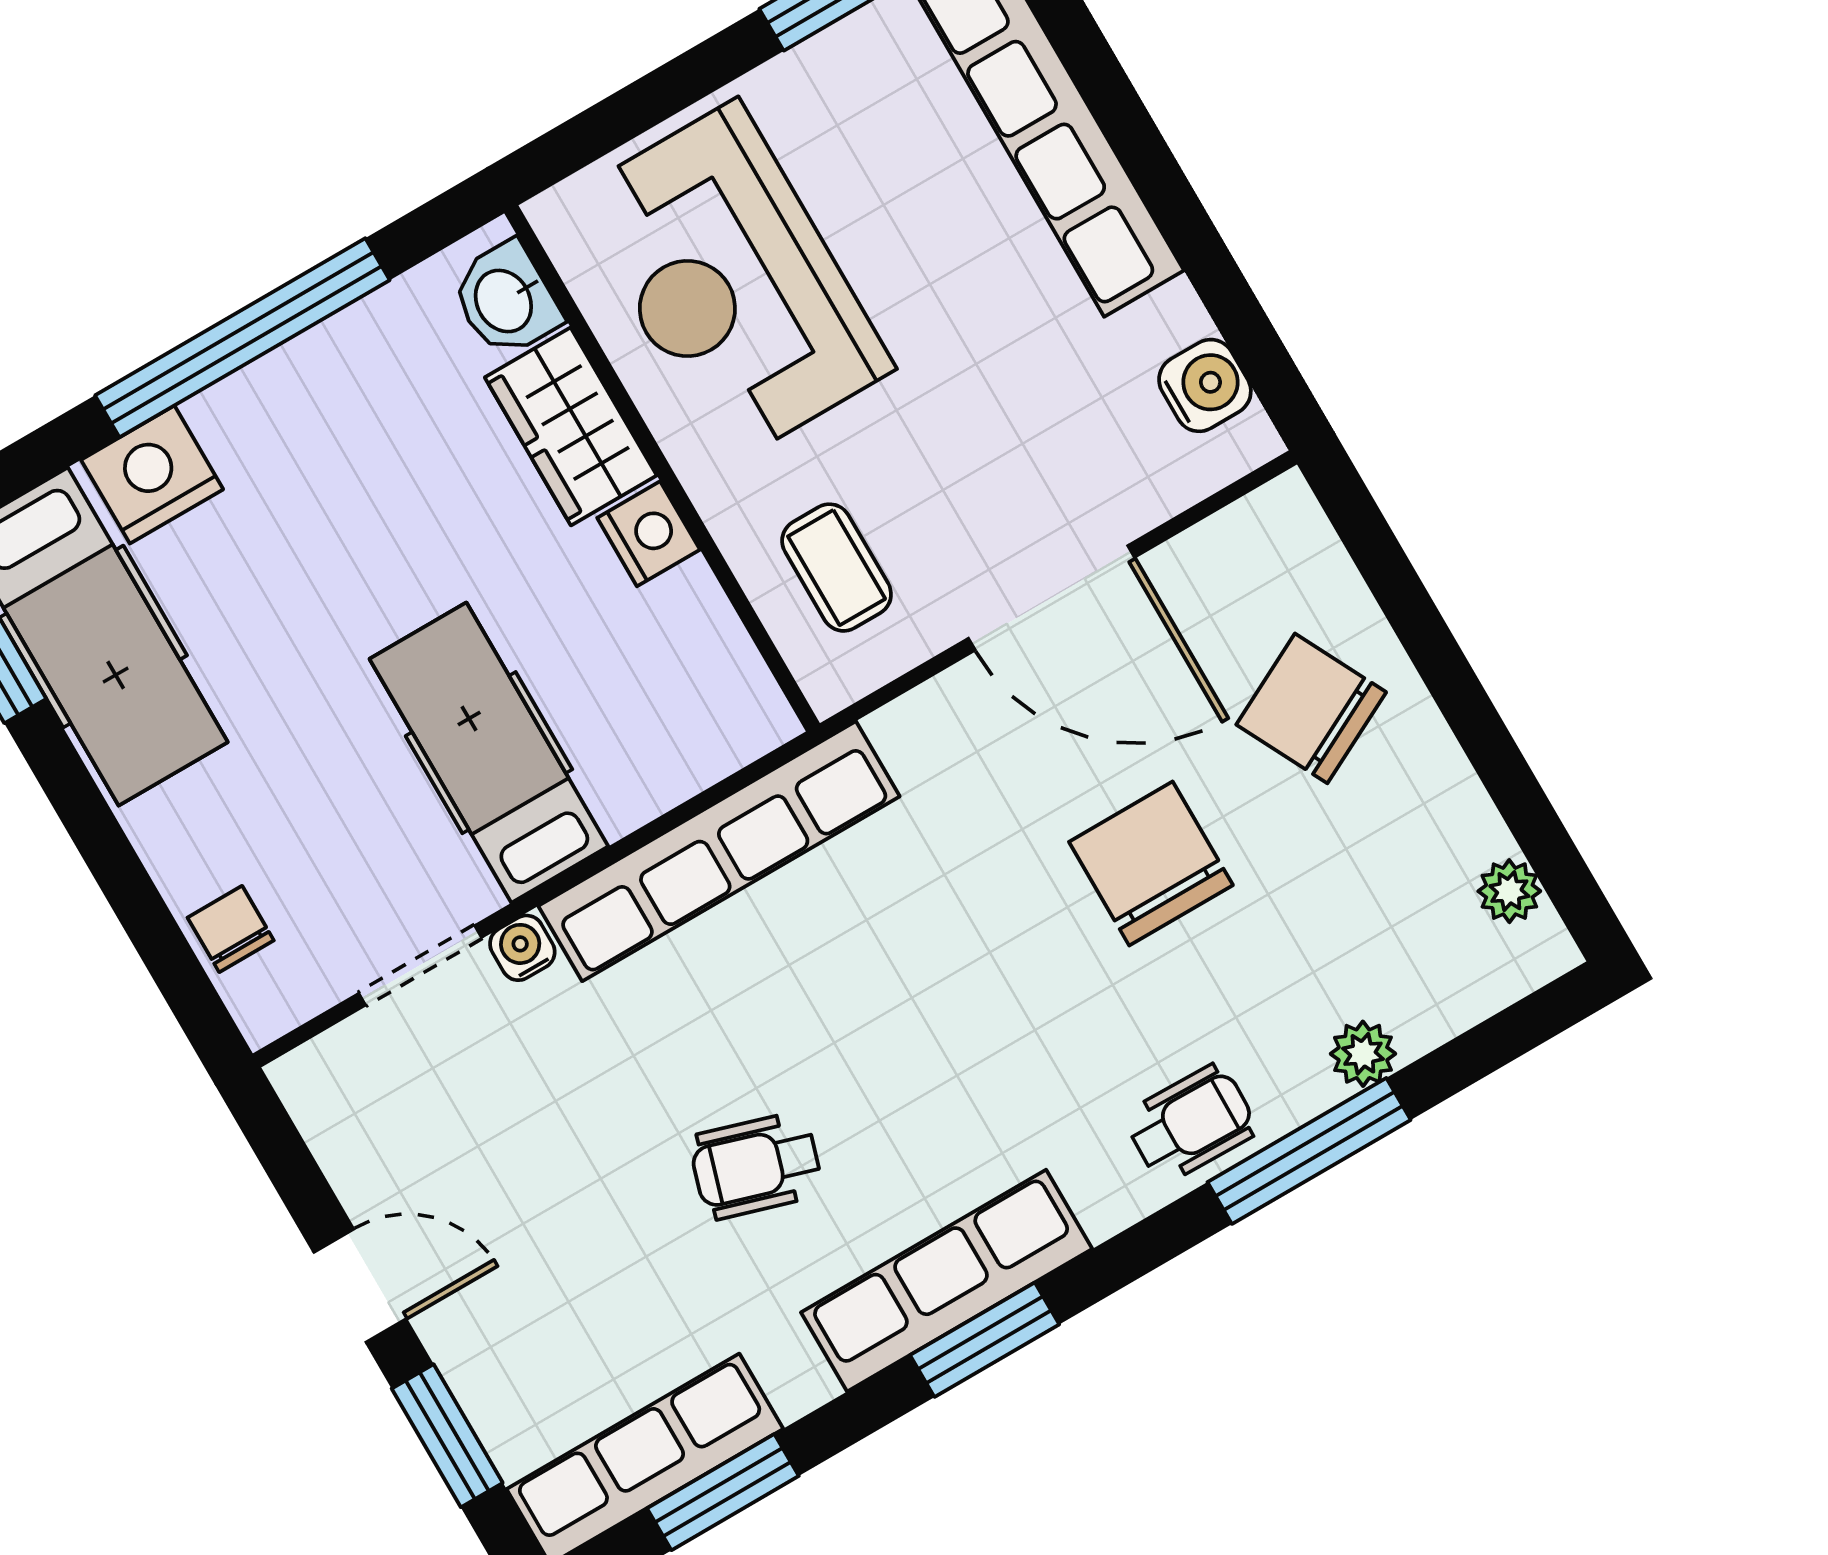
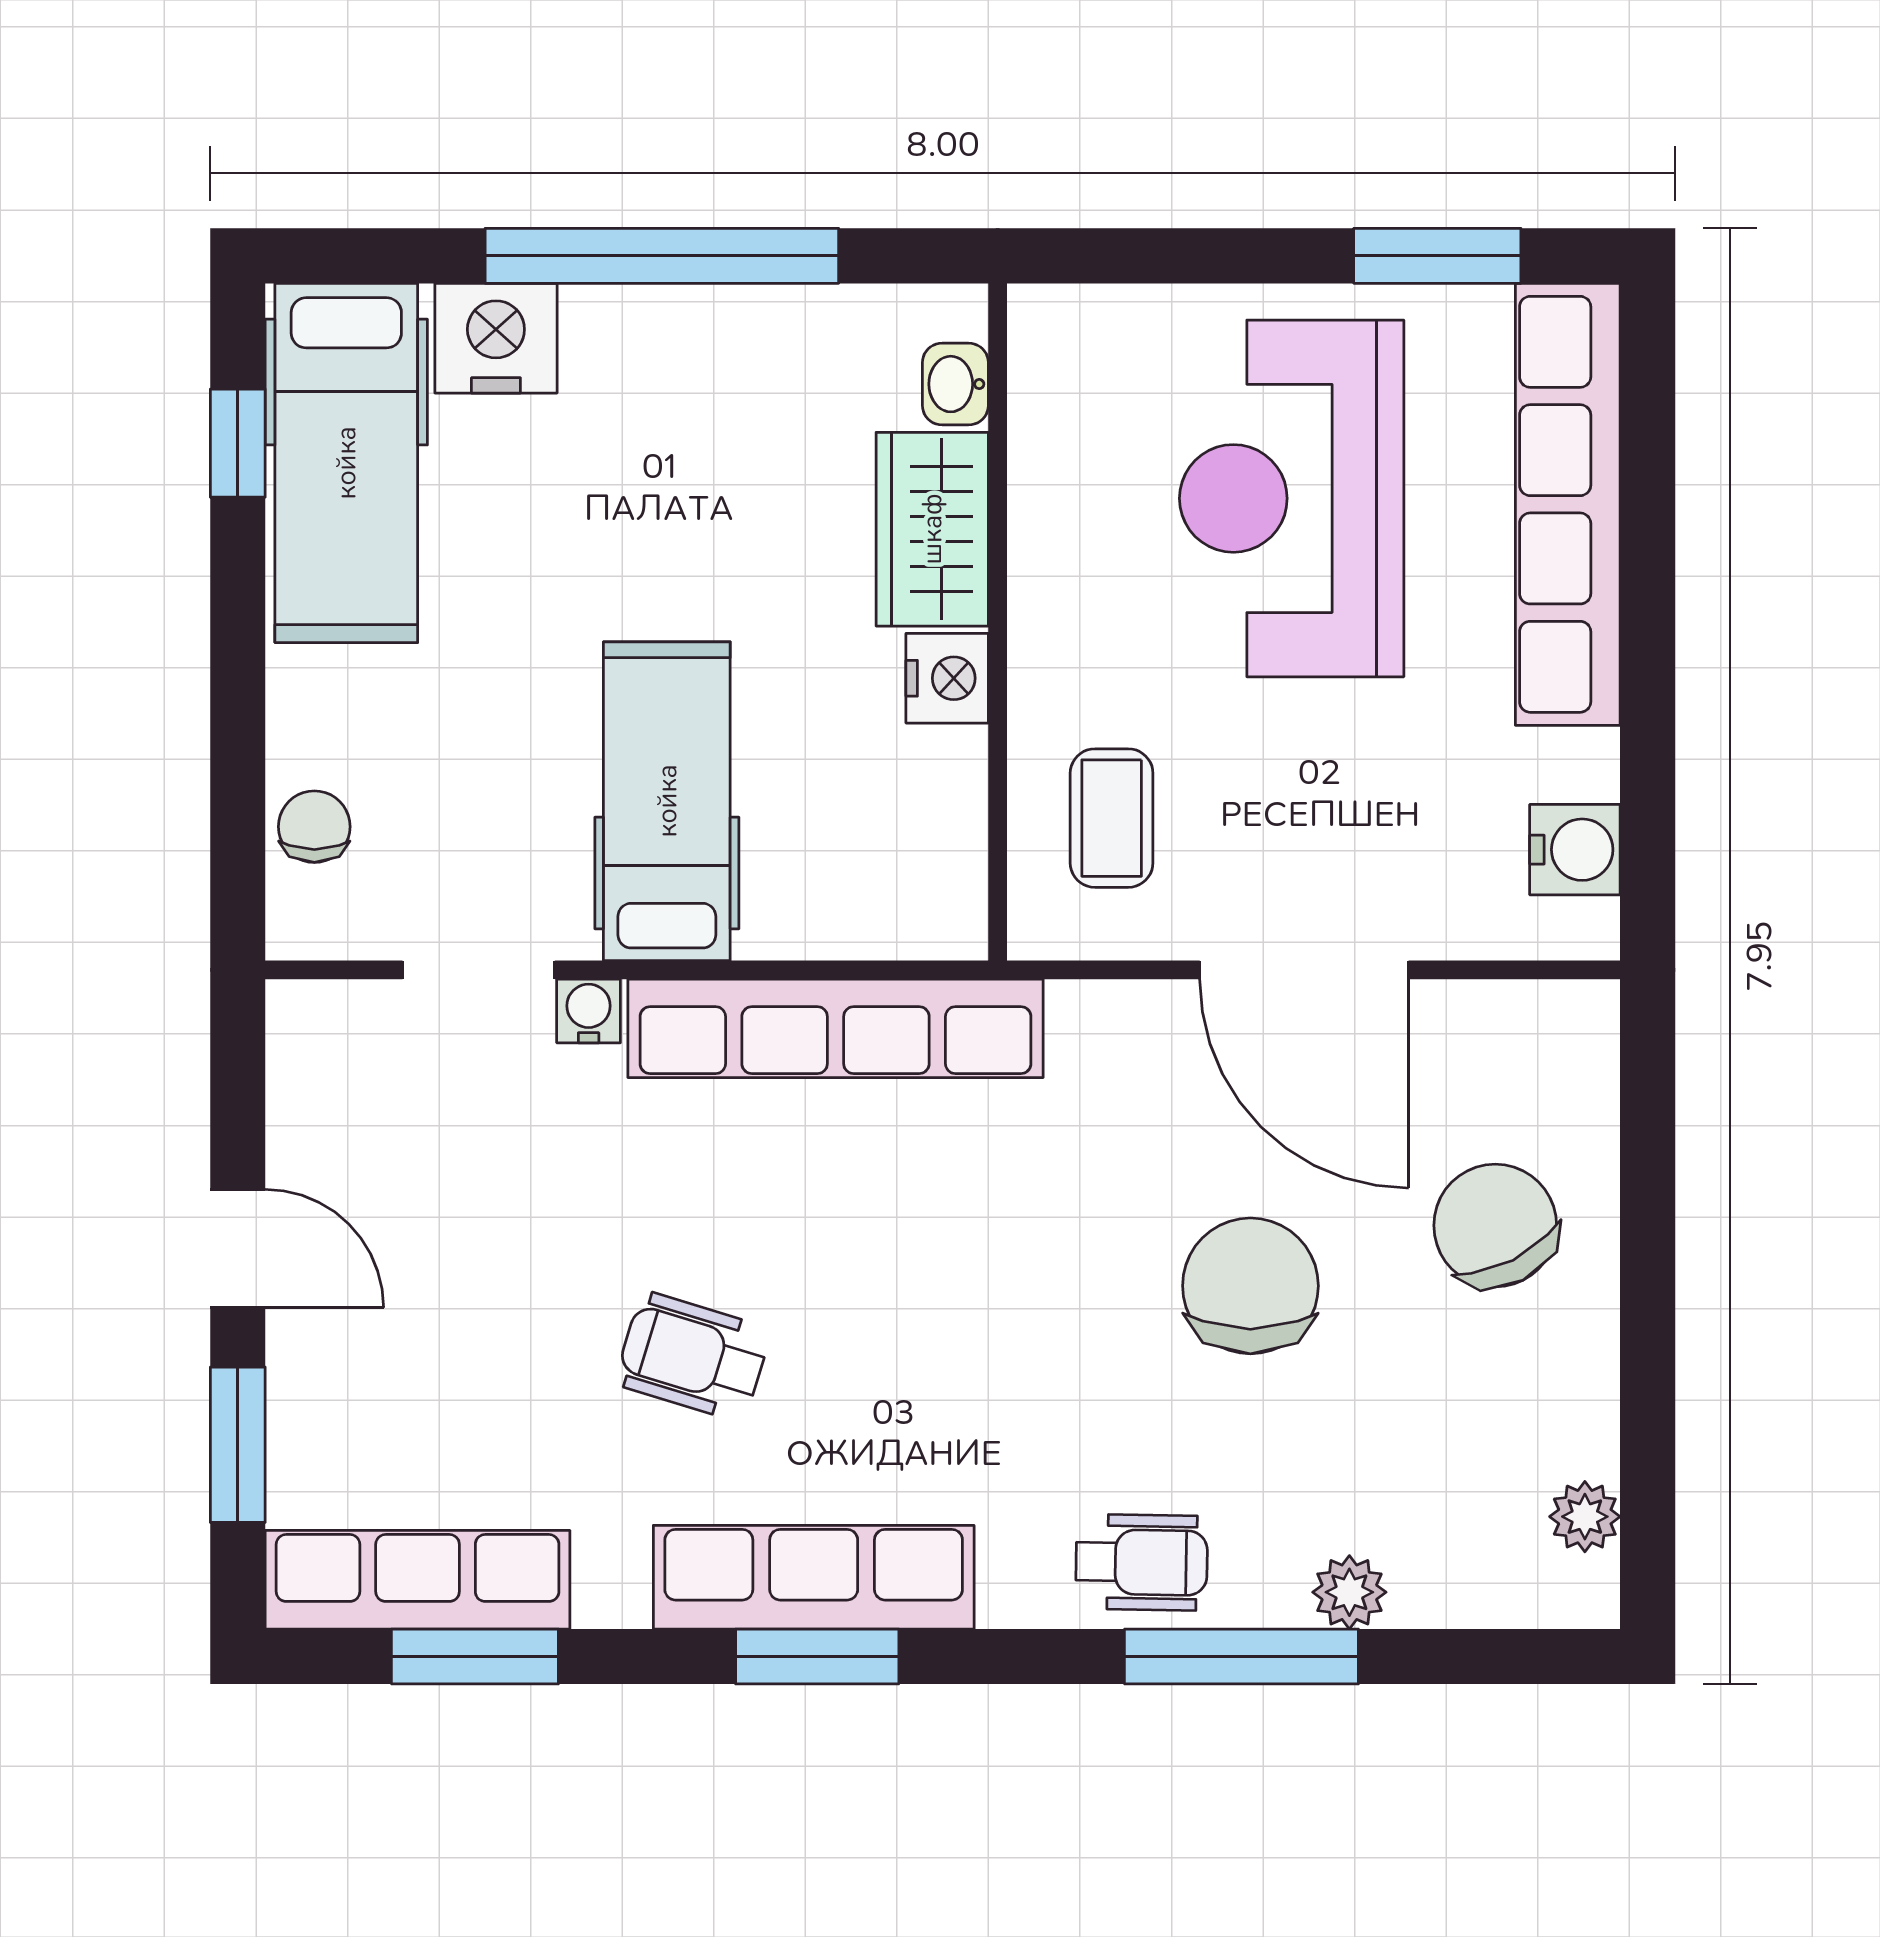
reception desk: (732, 283) -> (1292, 498), moved
washbasin: (506, 300) -> (955, 384), width x0.72, depth x0.69

